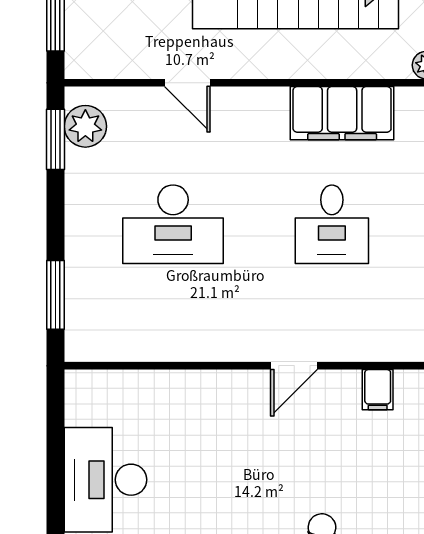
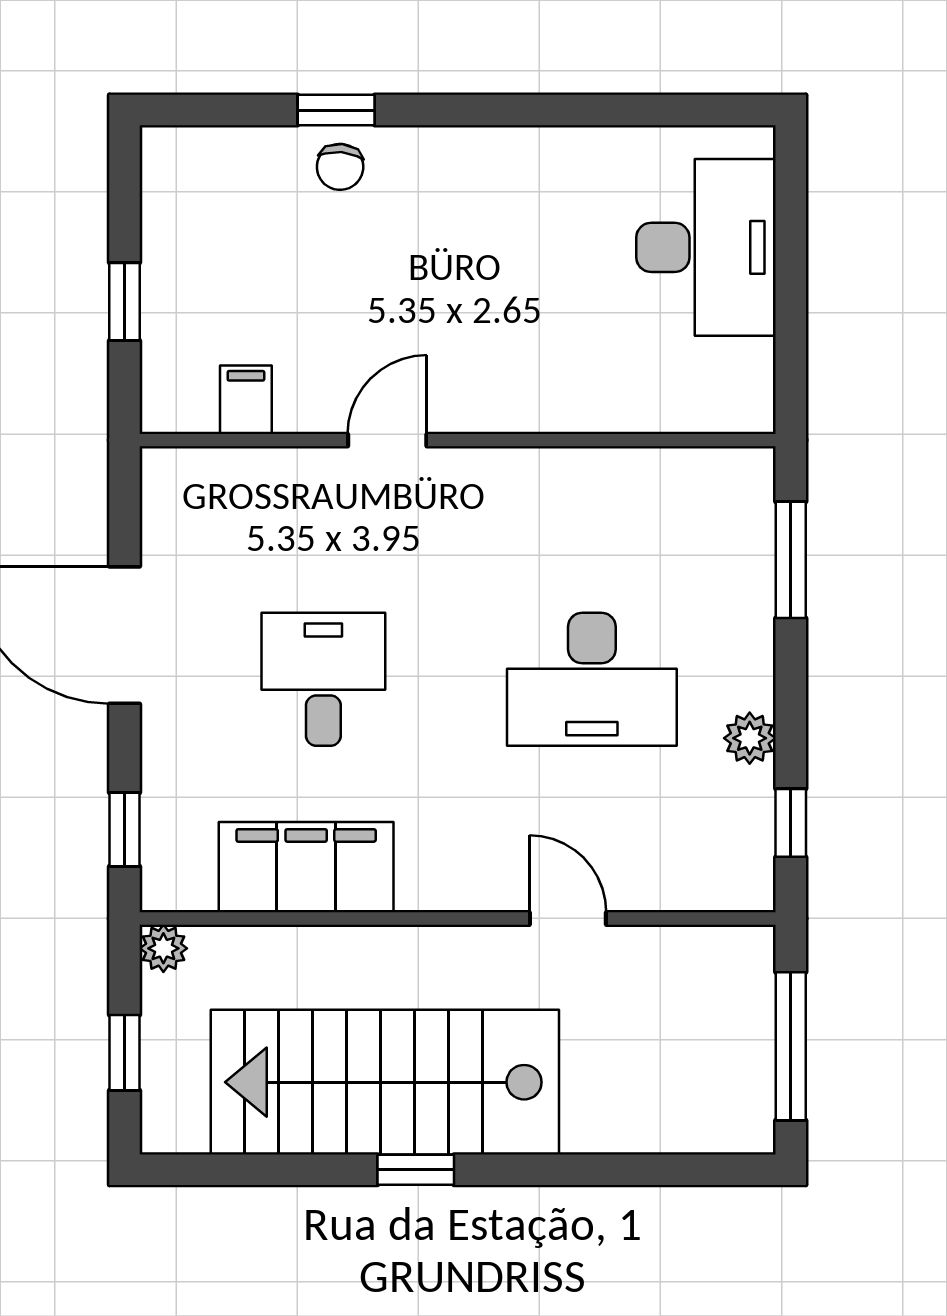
plant: (85, 126) -> (750, 738), moved, width x0.73, depth x0.73
window: (55, 139) -> (791, 823), width x0.67
desk: (173, 224) -> (592, 679), turned 180

